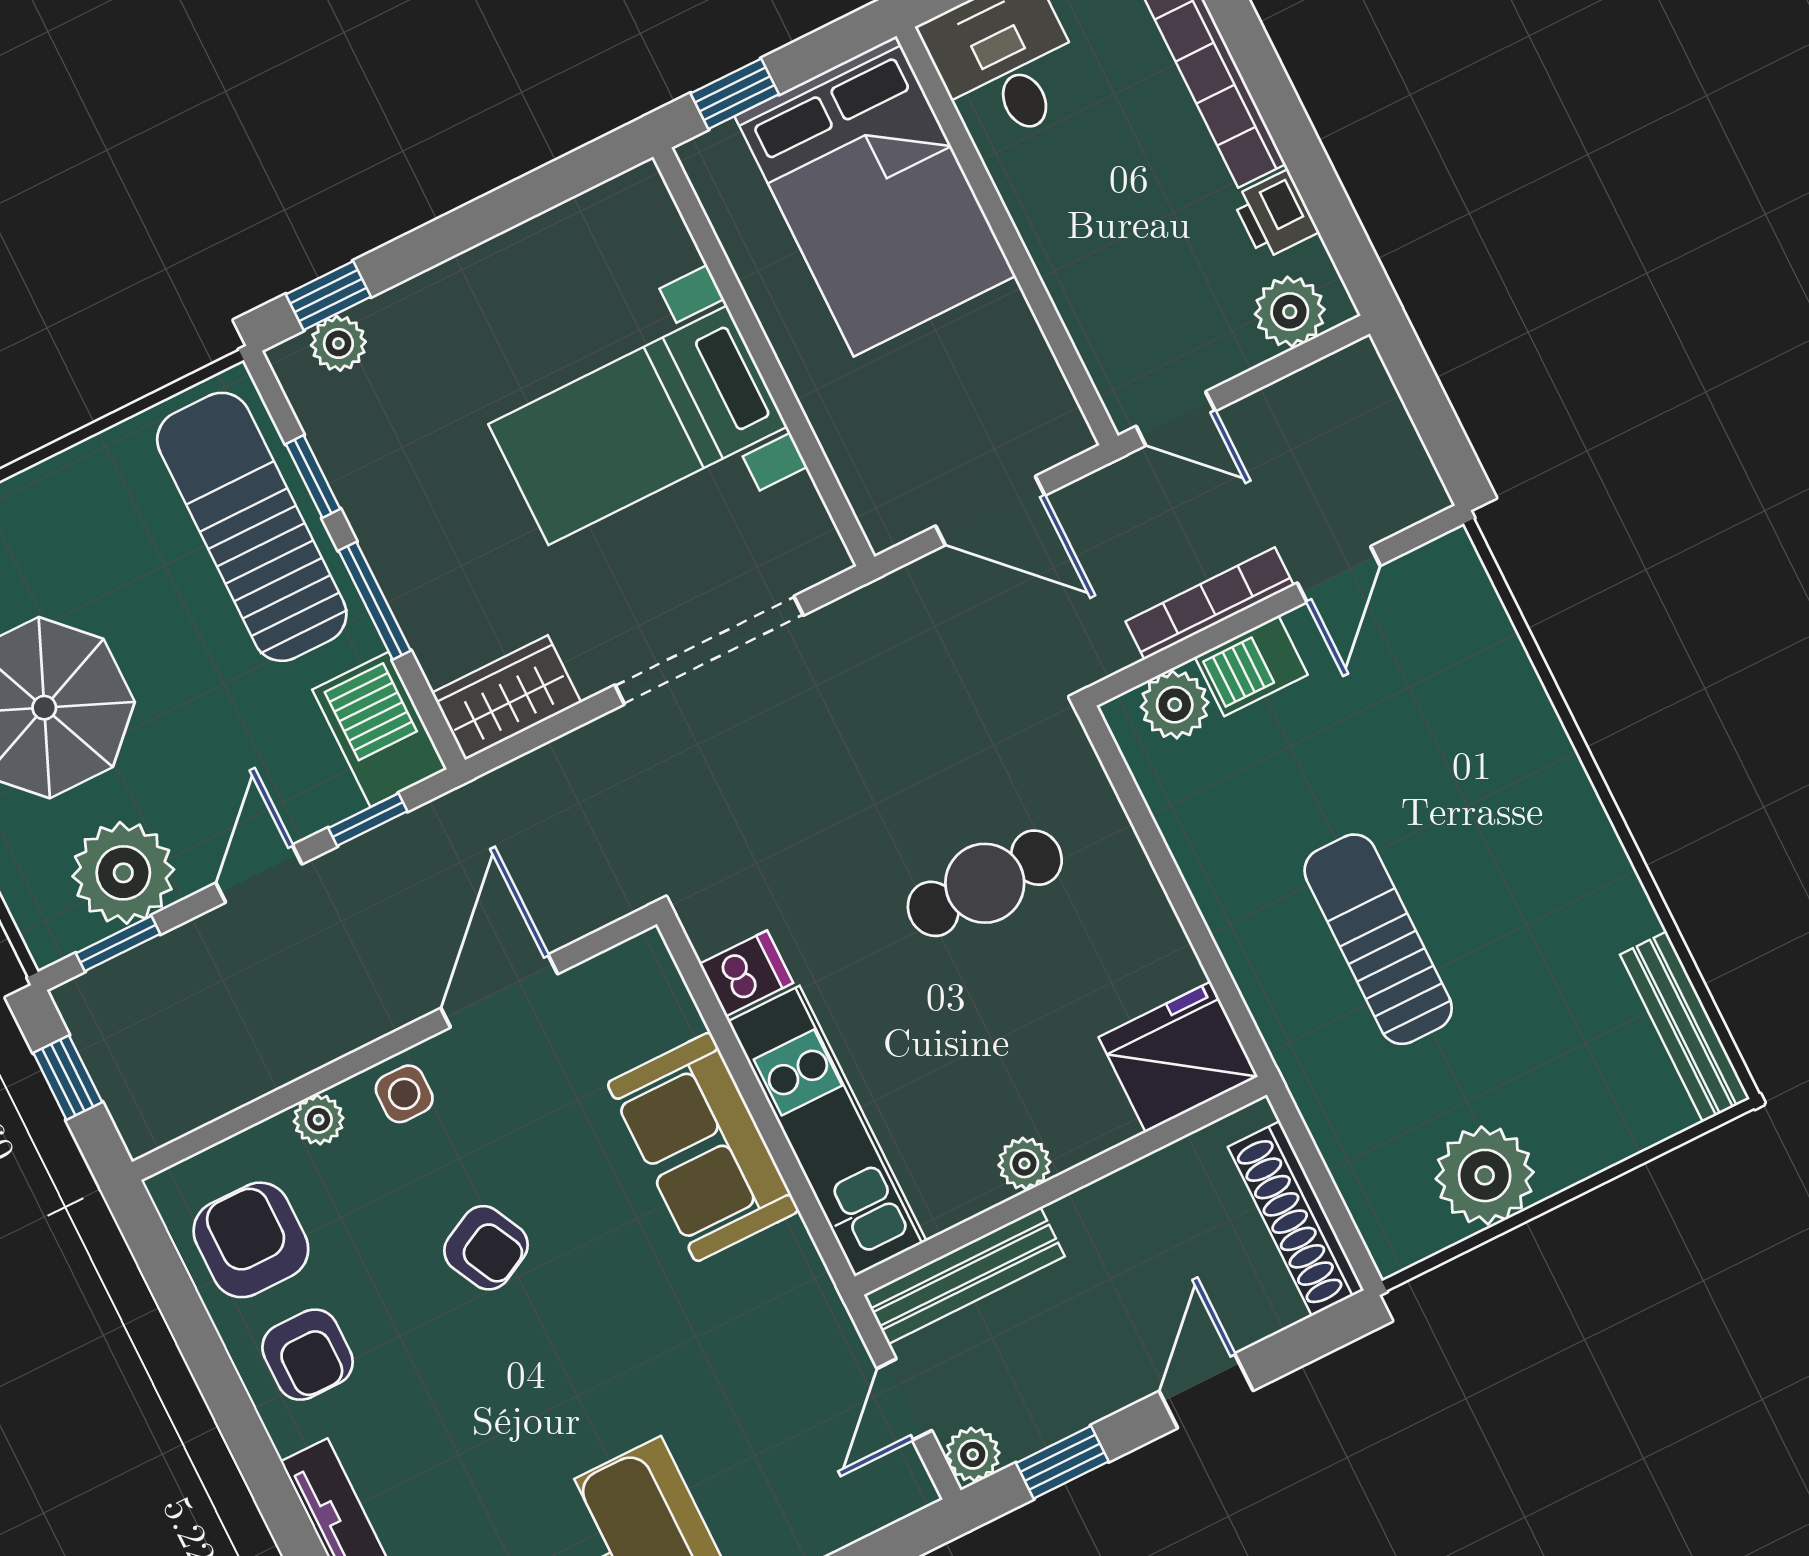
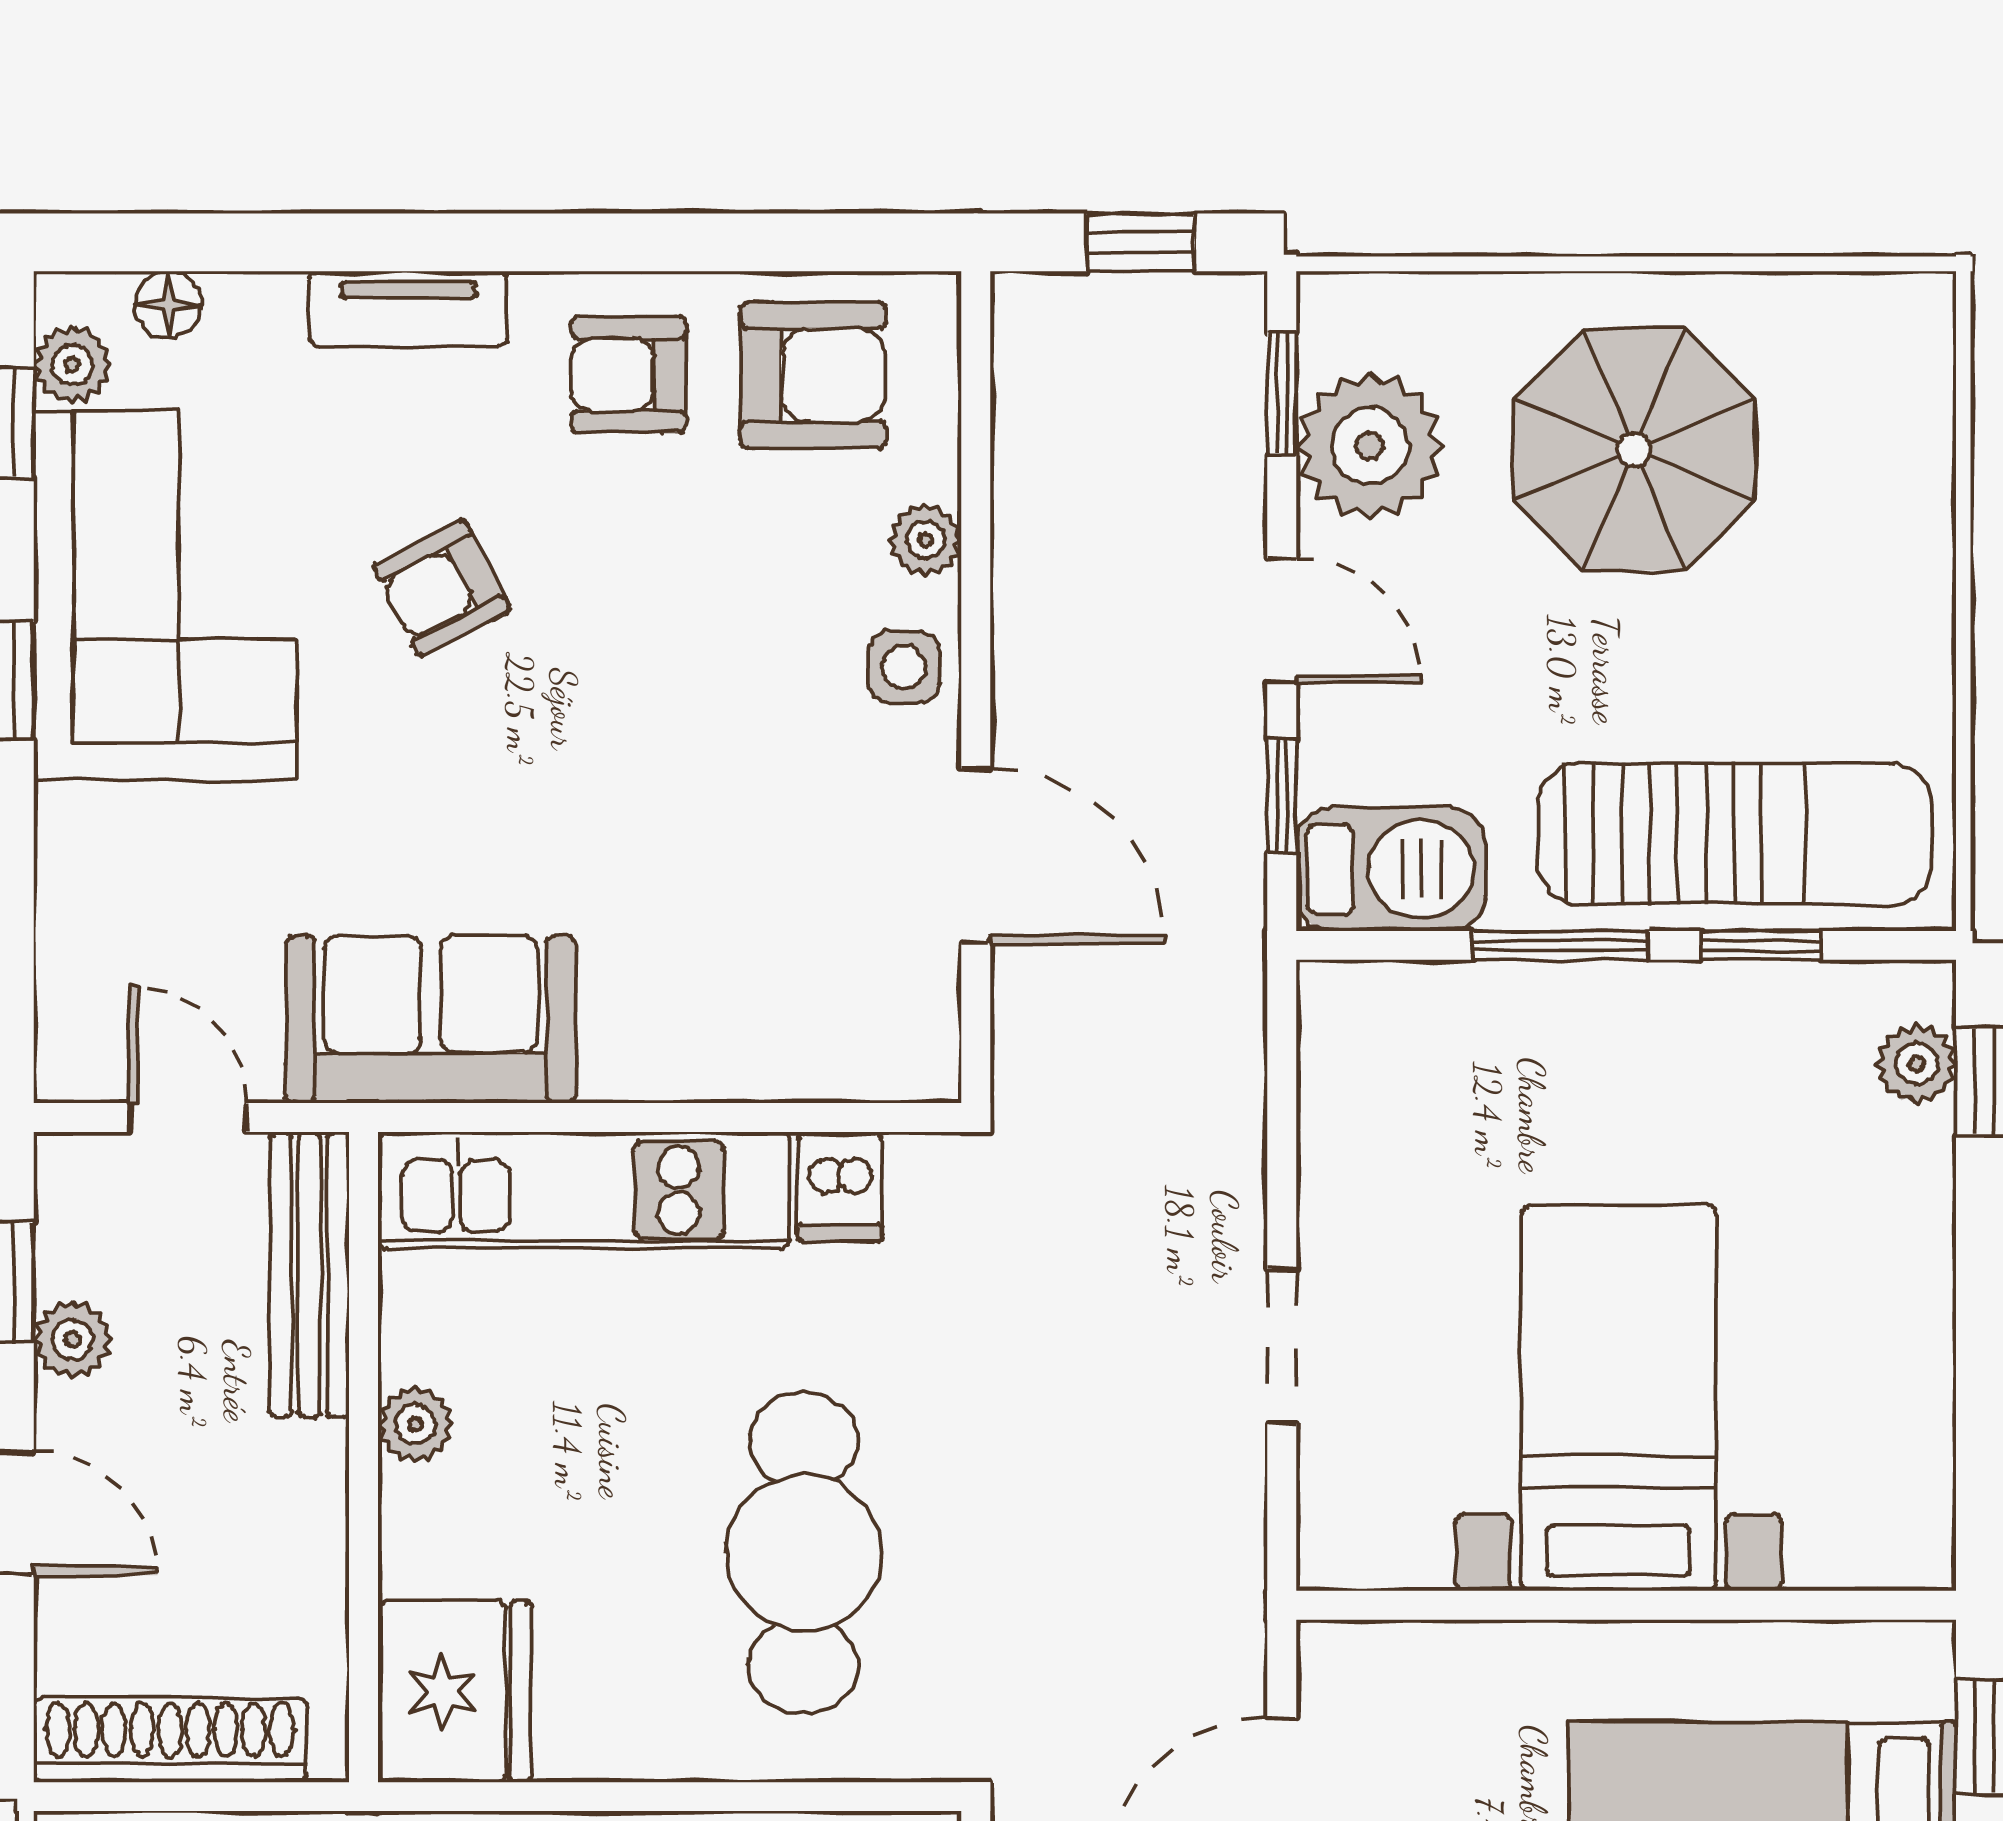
doorway: (709, 650) -> (1282, 1346), width x0.53
wardrobe: (506, 698) -> (1351, 1053), removed
cafe table: (985, 883) -> (803, 1553), width x1.37, depth x1.35
sofa: (703, 1147) -> (431, 1019), moved
armchair: (486, 1248) -> (442, 588), moved
plant: (973, 1454) -> (72, 1340), moved

